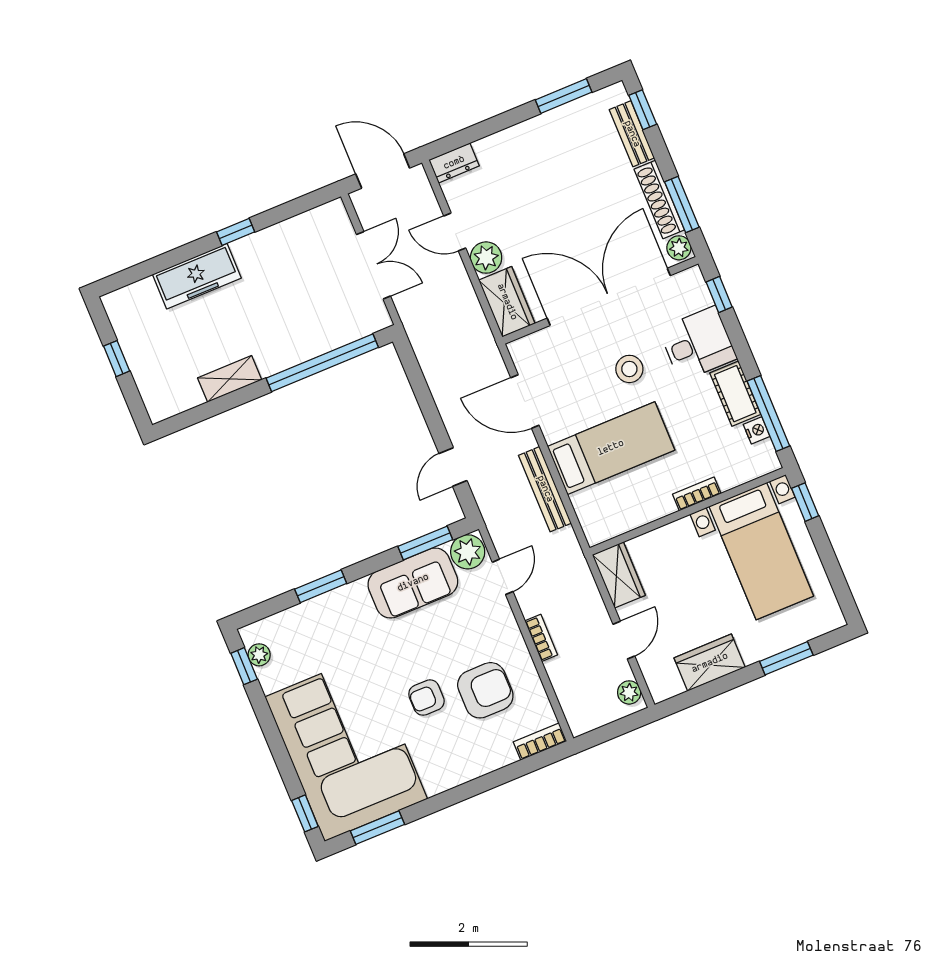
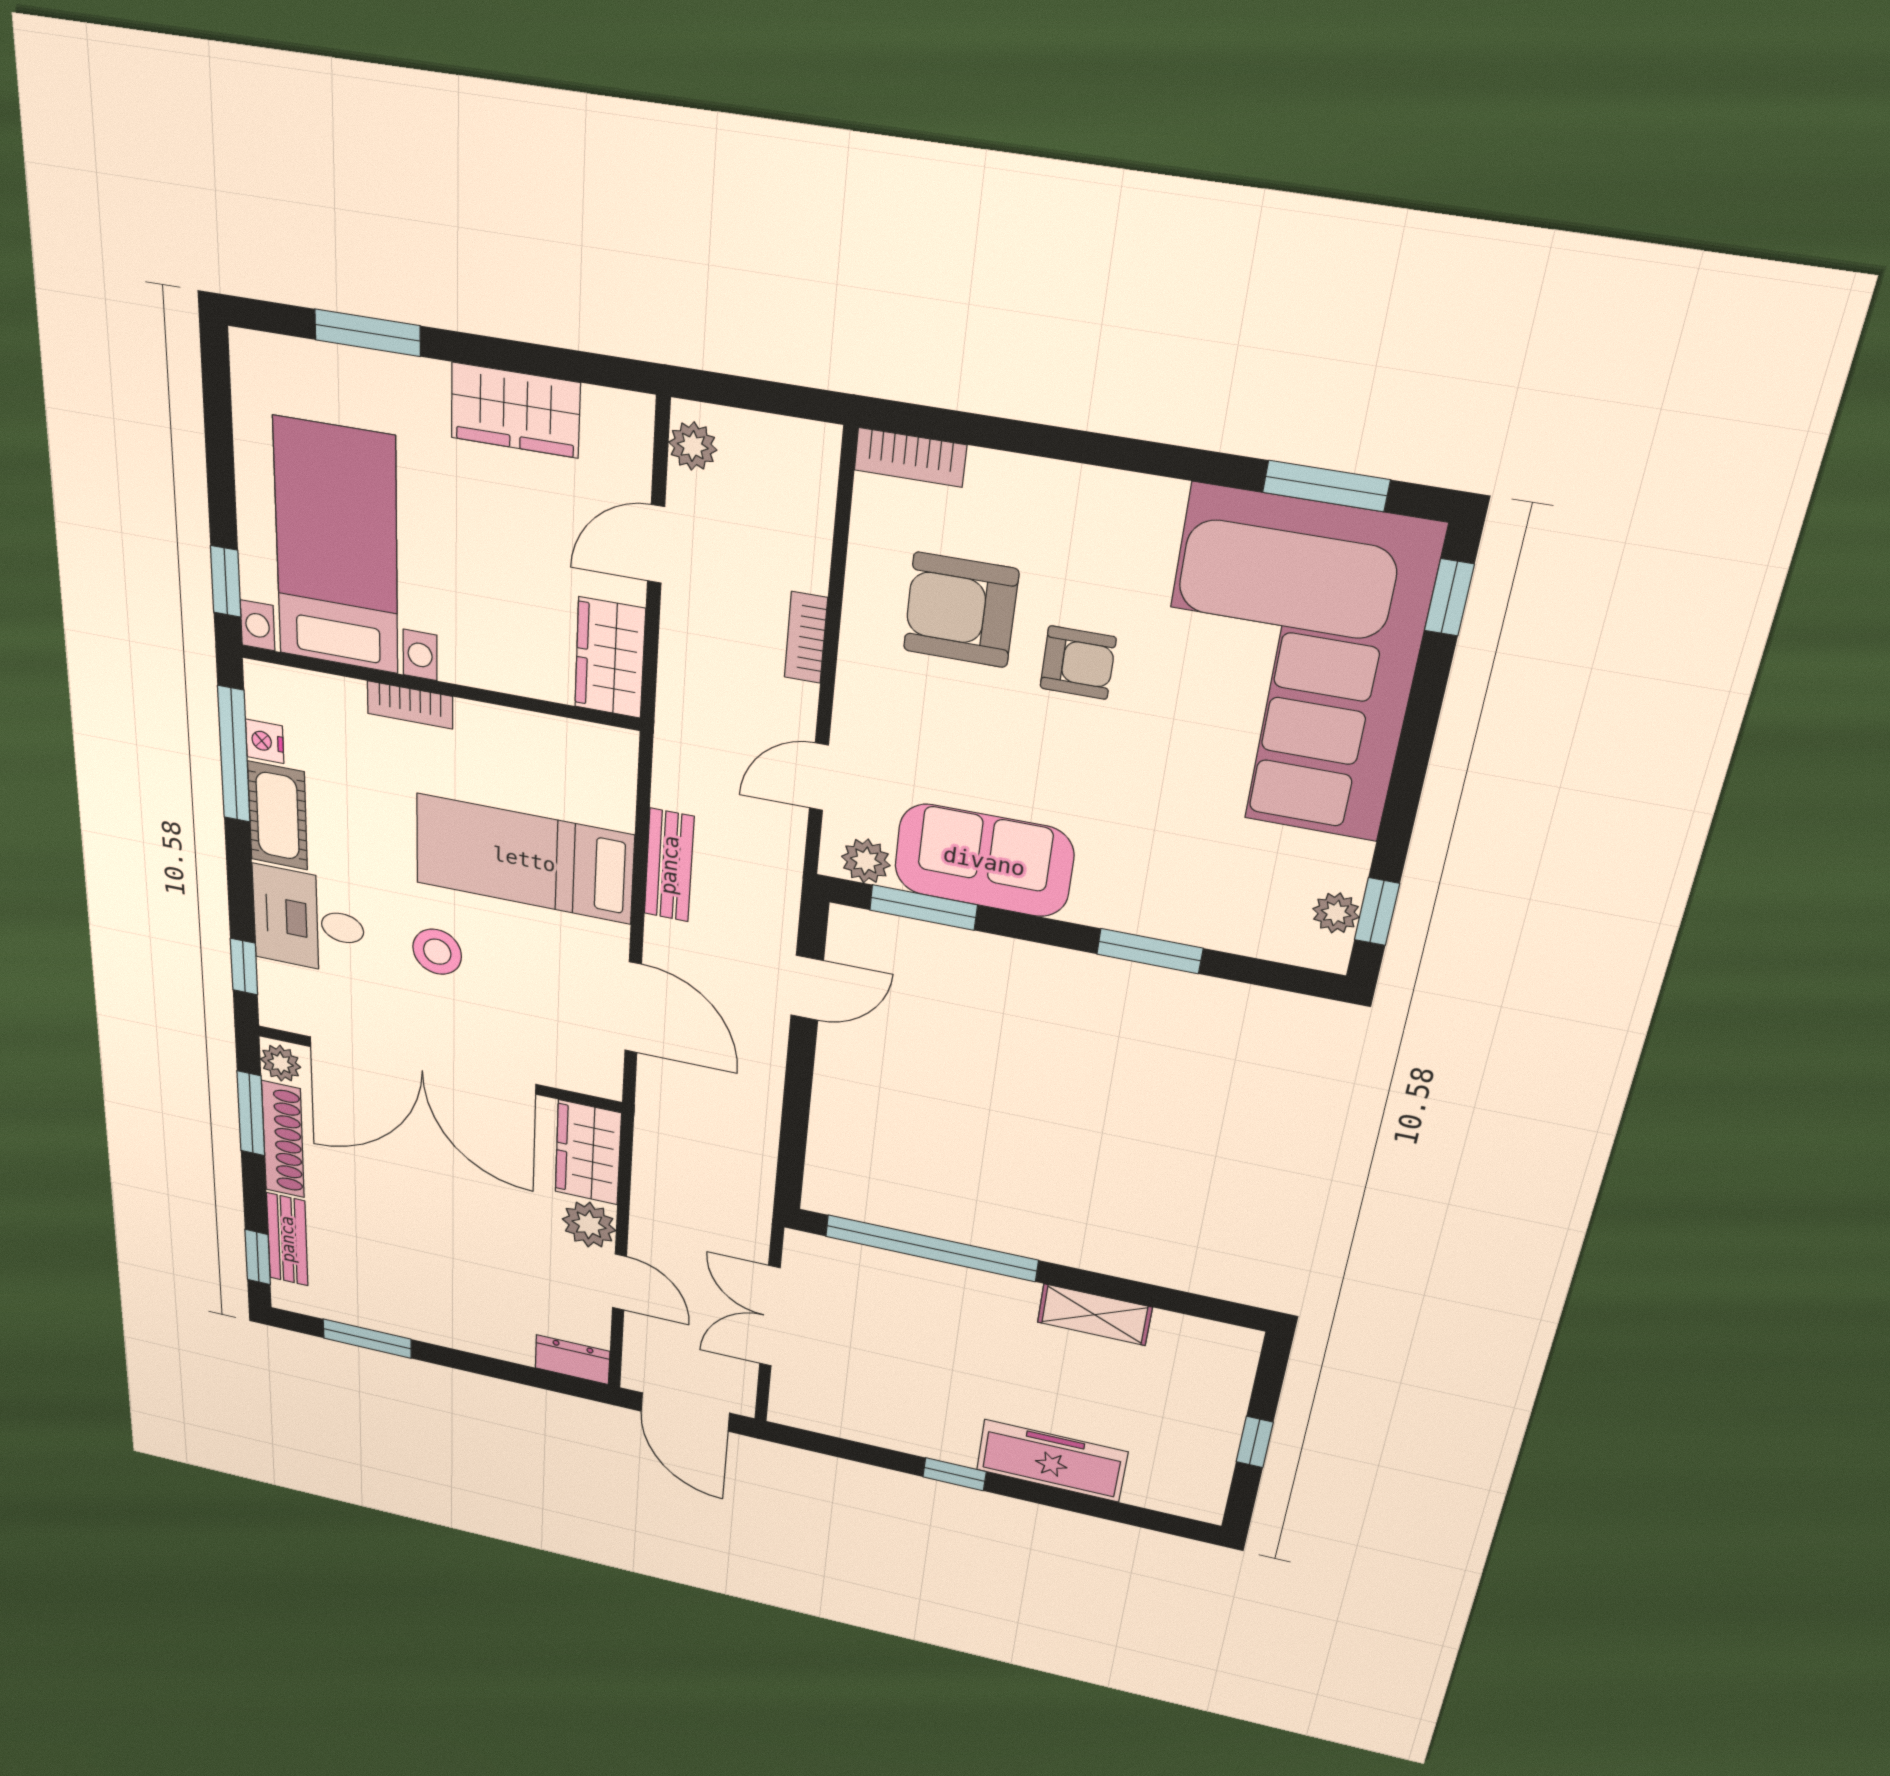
bench: (545, 489) -> (669, 865), width x0.73
plant: (468, 552) -> (866, 861), width x0.73, depth x0.73

